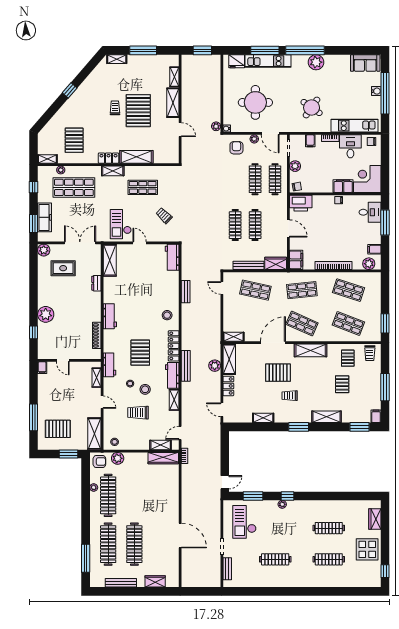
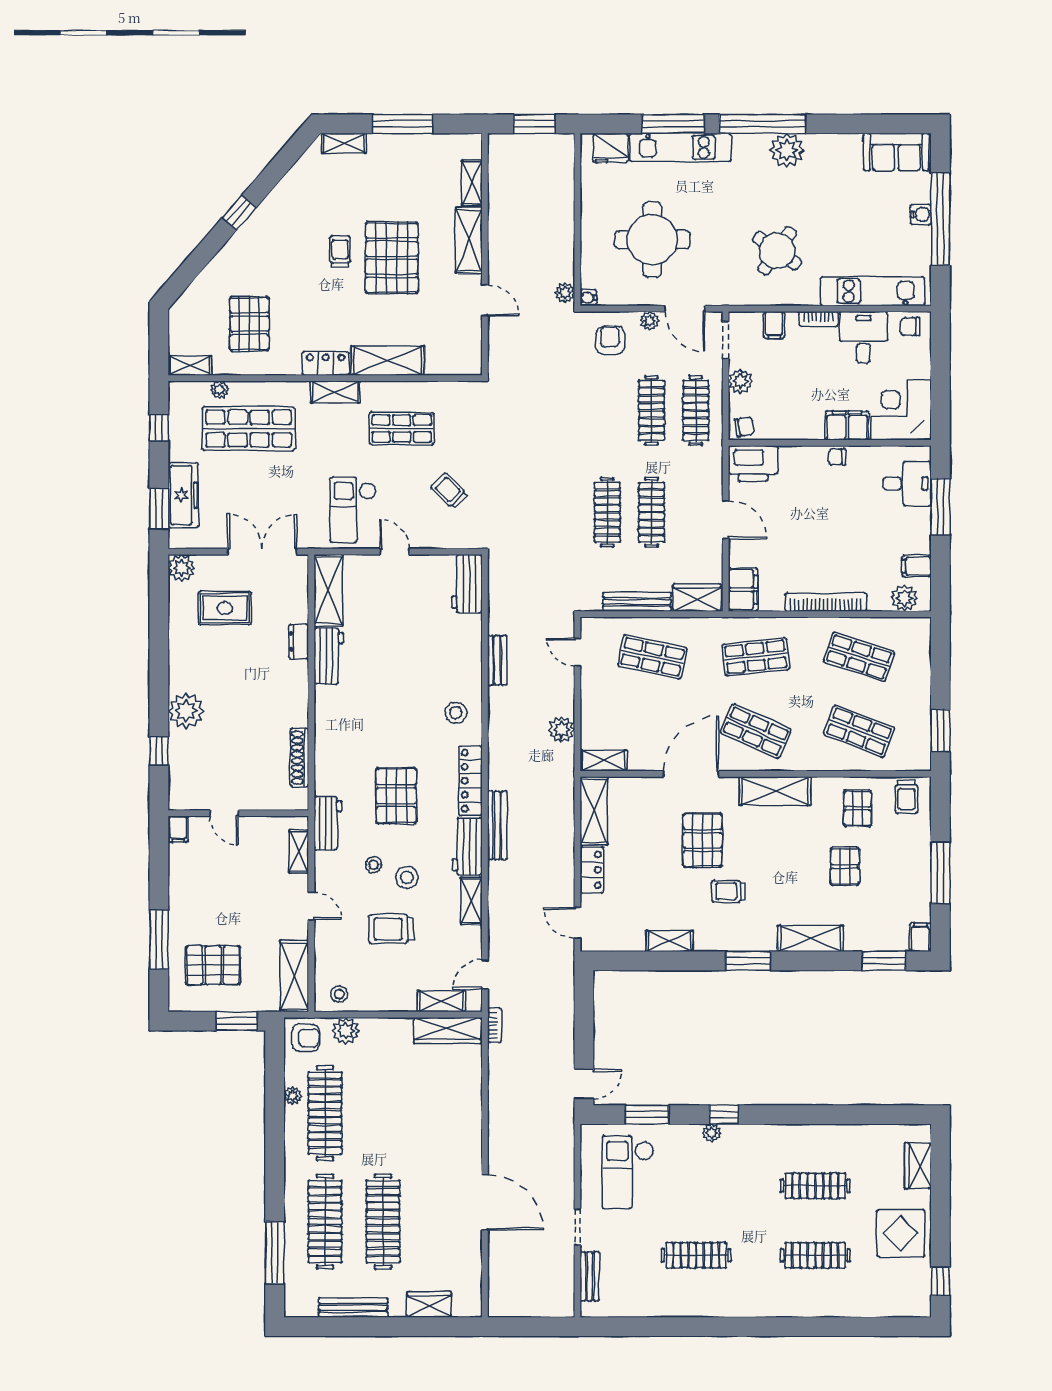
workbench: (110, 316) -> (329, 656), moved
plant: (215, 366) -> (562, 730), moved
pallet: (278, 373) -> (703, 840), turned 90

